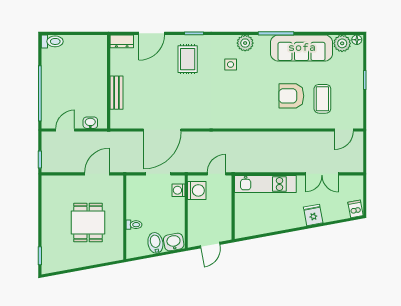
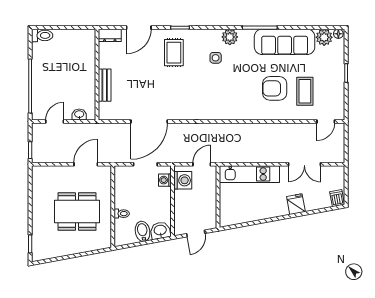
dining table: (88, 223) -> (77, 212), width x1.38

